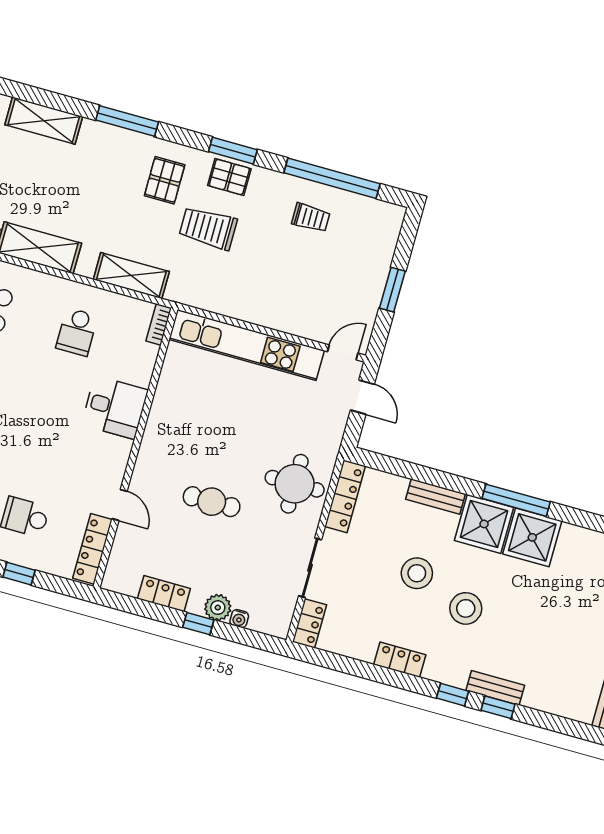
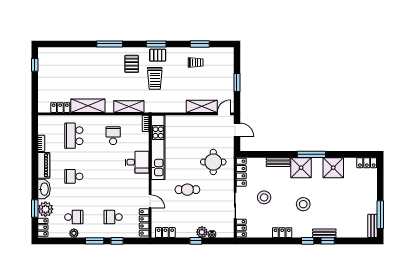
shelving: (44, 121) -> (202, 106), moved
window: (332, 178) -> (200, 44), width x0.47
trolley: (208, 228) -> (155, 78), turned -90
school desk: (77, 332) -> (113, 136), turned 180
kitchen unit: (247, 345) -> (158, 147), moved, turned -90
round table: (295, 484) -> (213, 162), moved
shower: (532, 537) -> (333, 168), moved
stool: (417, 573) -> (264, 197), moved
locker: (164, 594) -> (165, 233), moved

